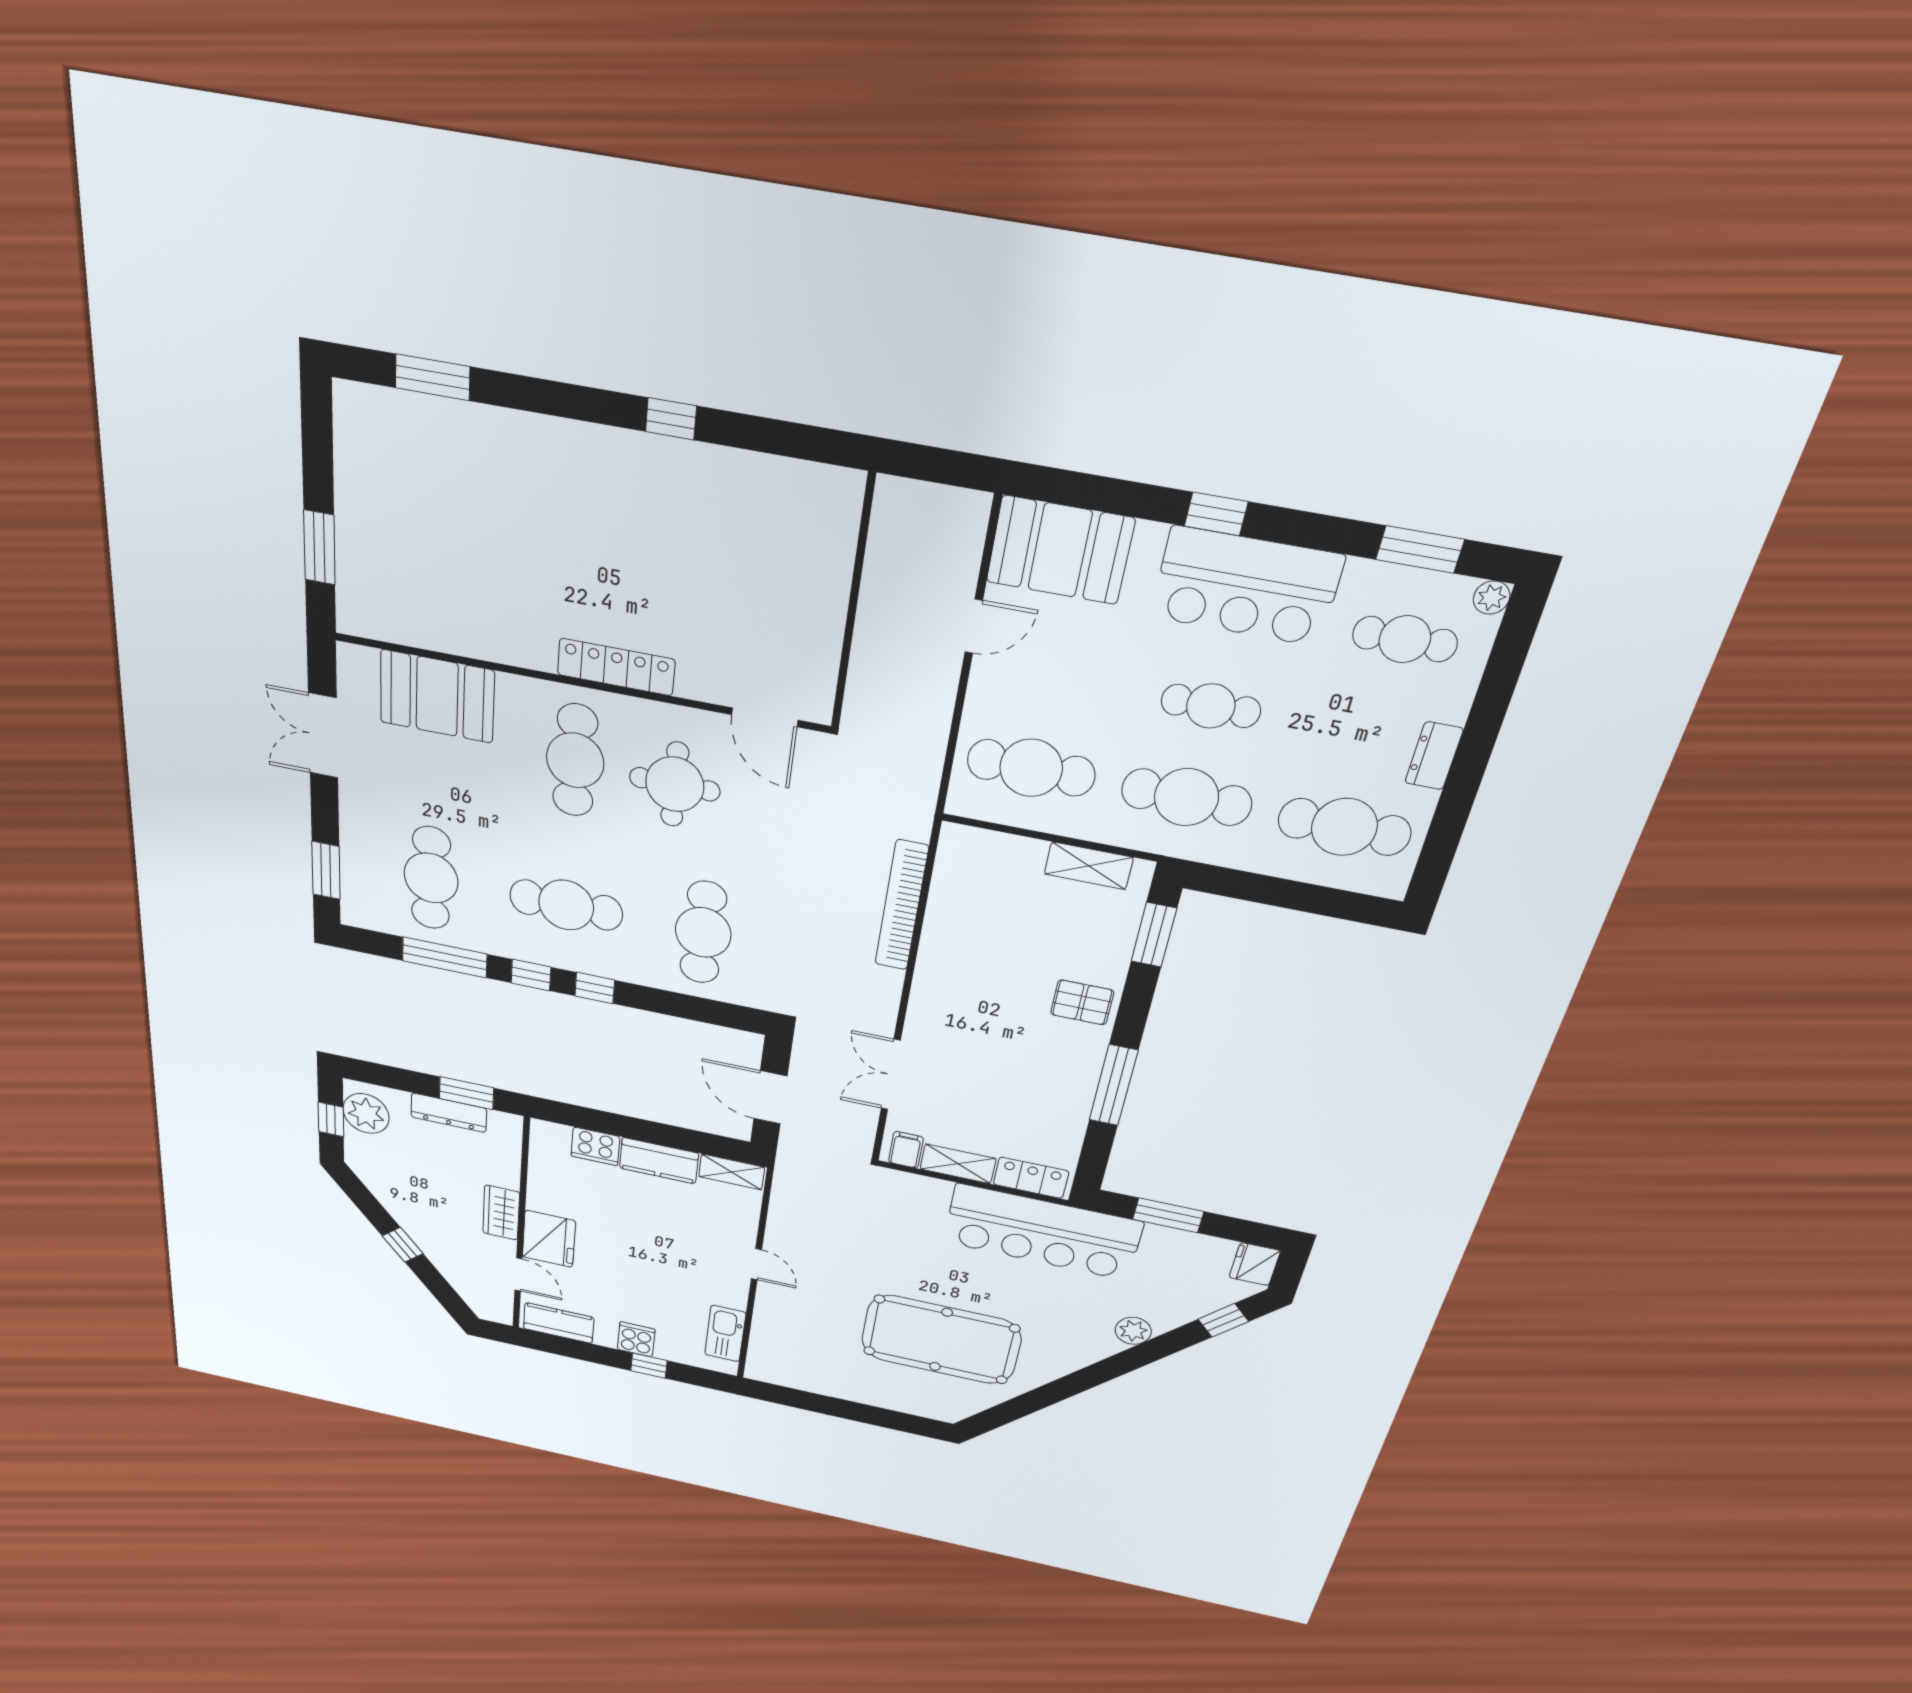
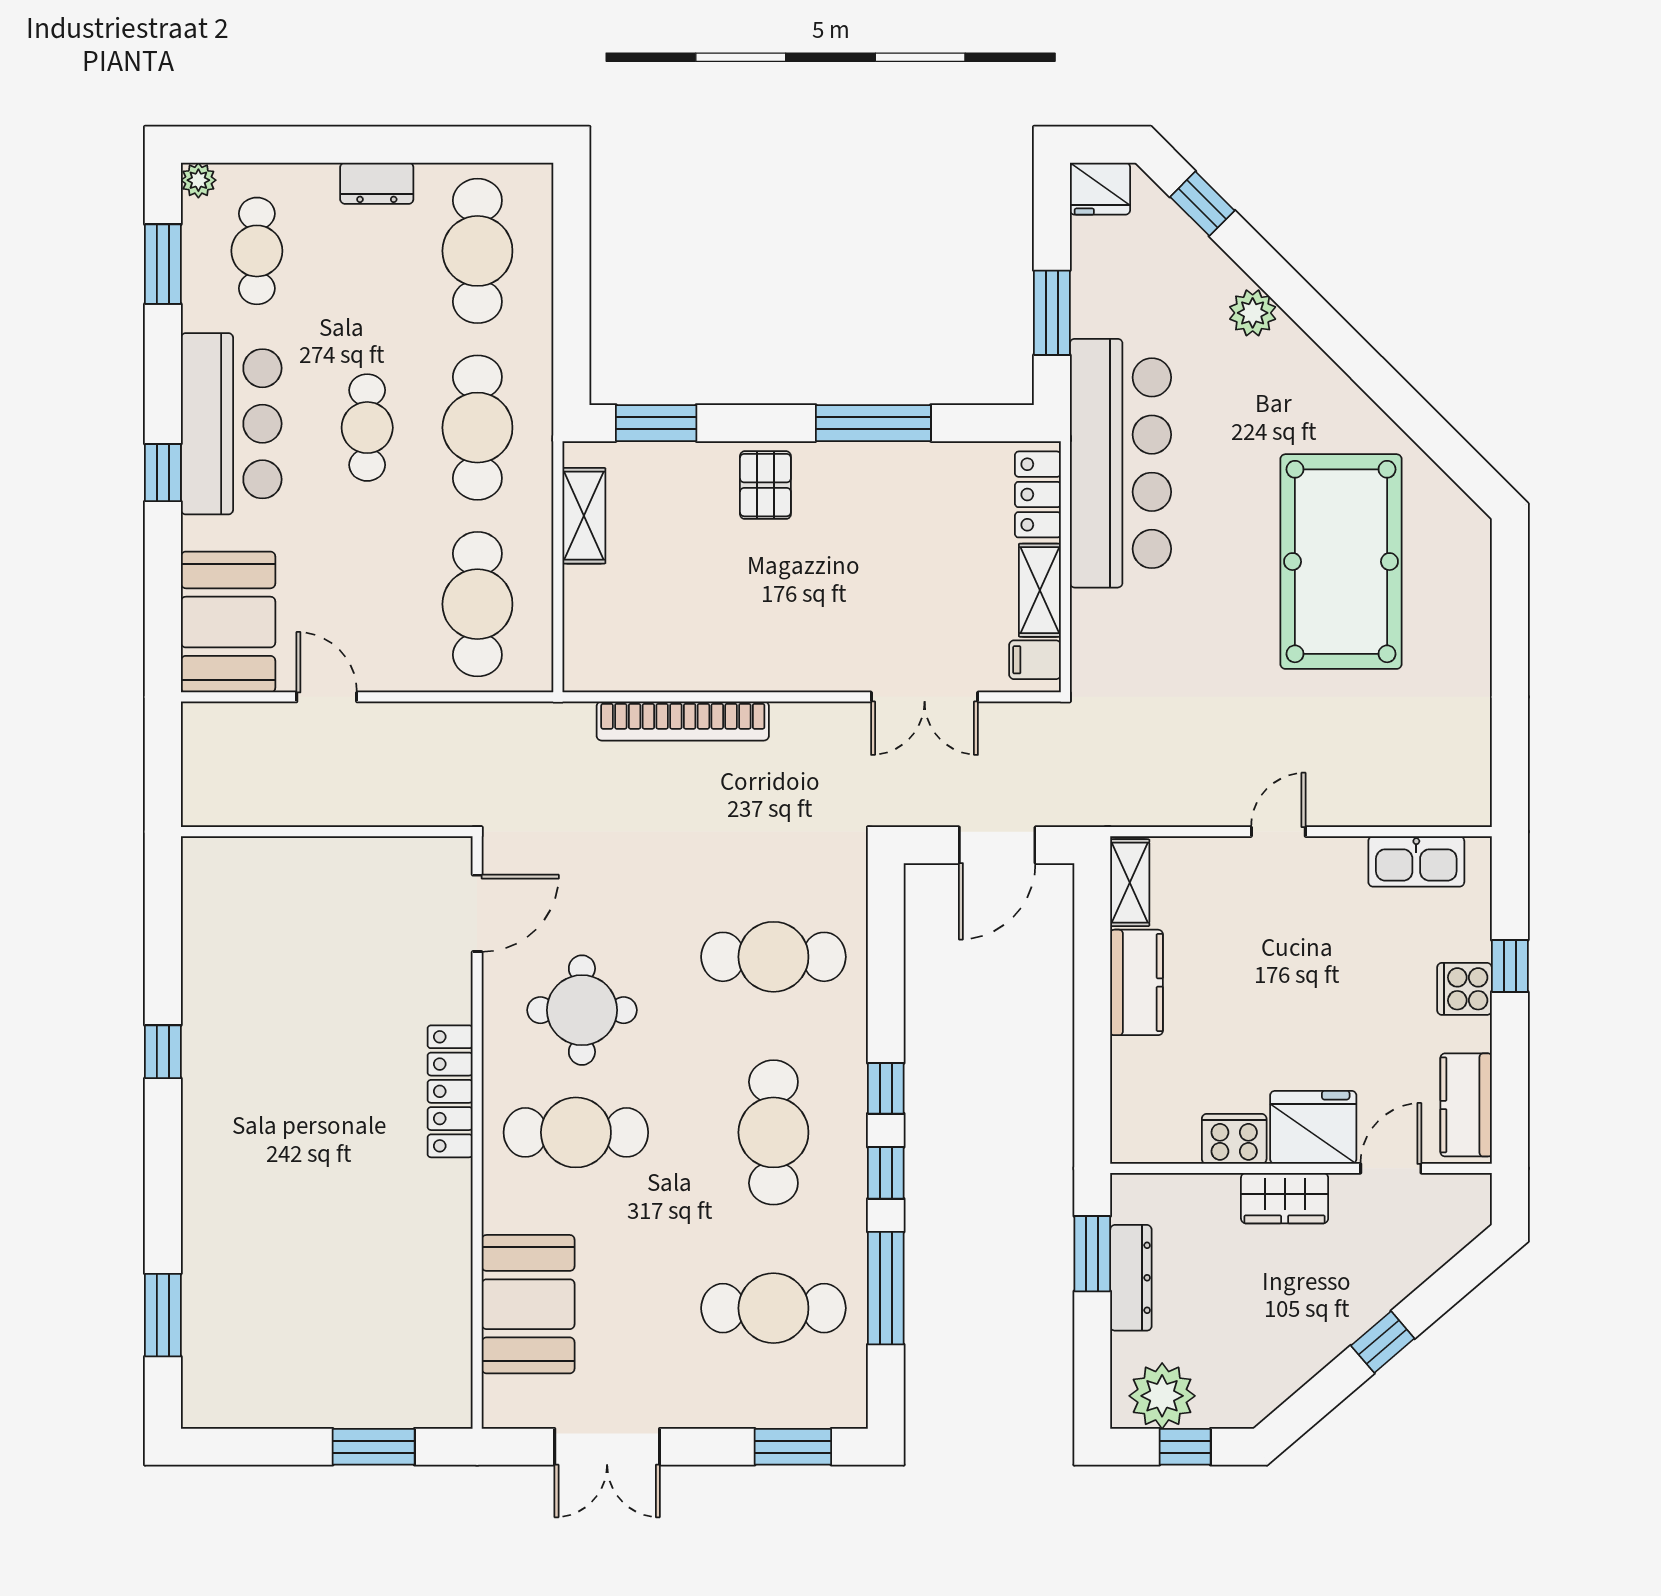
cooker: (595, 1146) -> (1234, 1139), moved, turned -90

